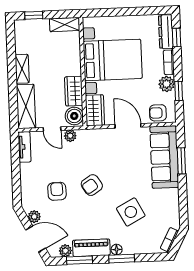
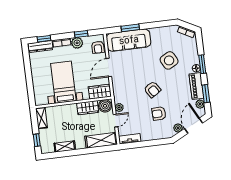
bed with nightstands: (113, 60) -> (63, 82), width x0.73
shelving: (22, 69) -> (65, 147), moved

